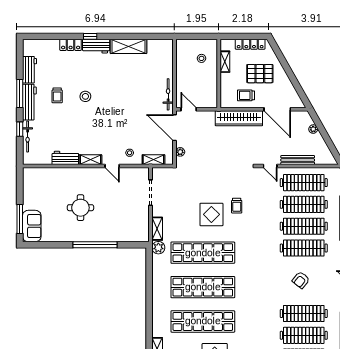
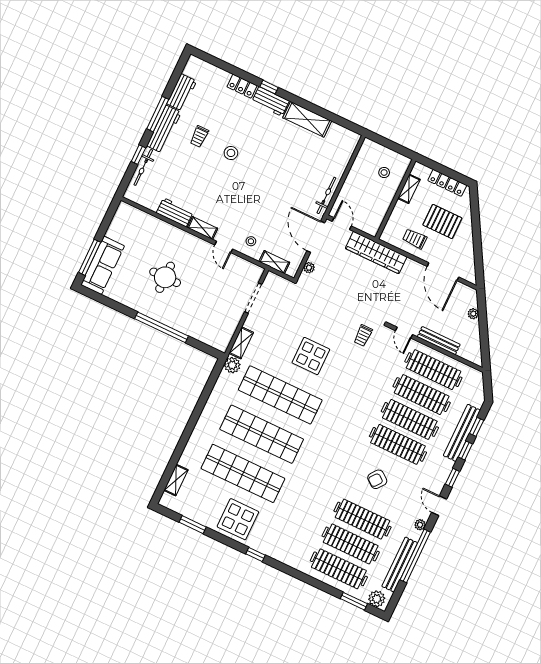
wardrobe: (239, 118) -> (376, 253), moved
trolley: (237, 206) -> (363, 336), moved
sofa: (32, 226) -> (103, 265), width x1.36

